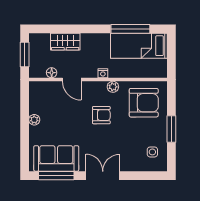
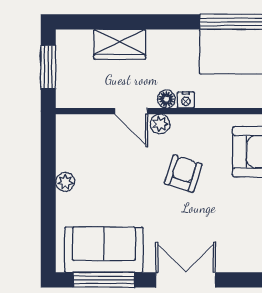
floor lamp: (52, 73) -> (166, 99), moved
plant: (113, 87) -> (160, 124), moved
armchair: (101, 115) -> (183, 174), turned -72

